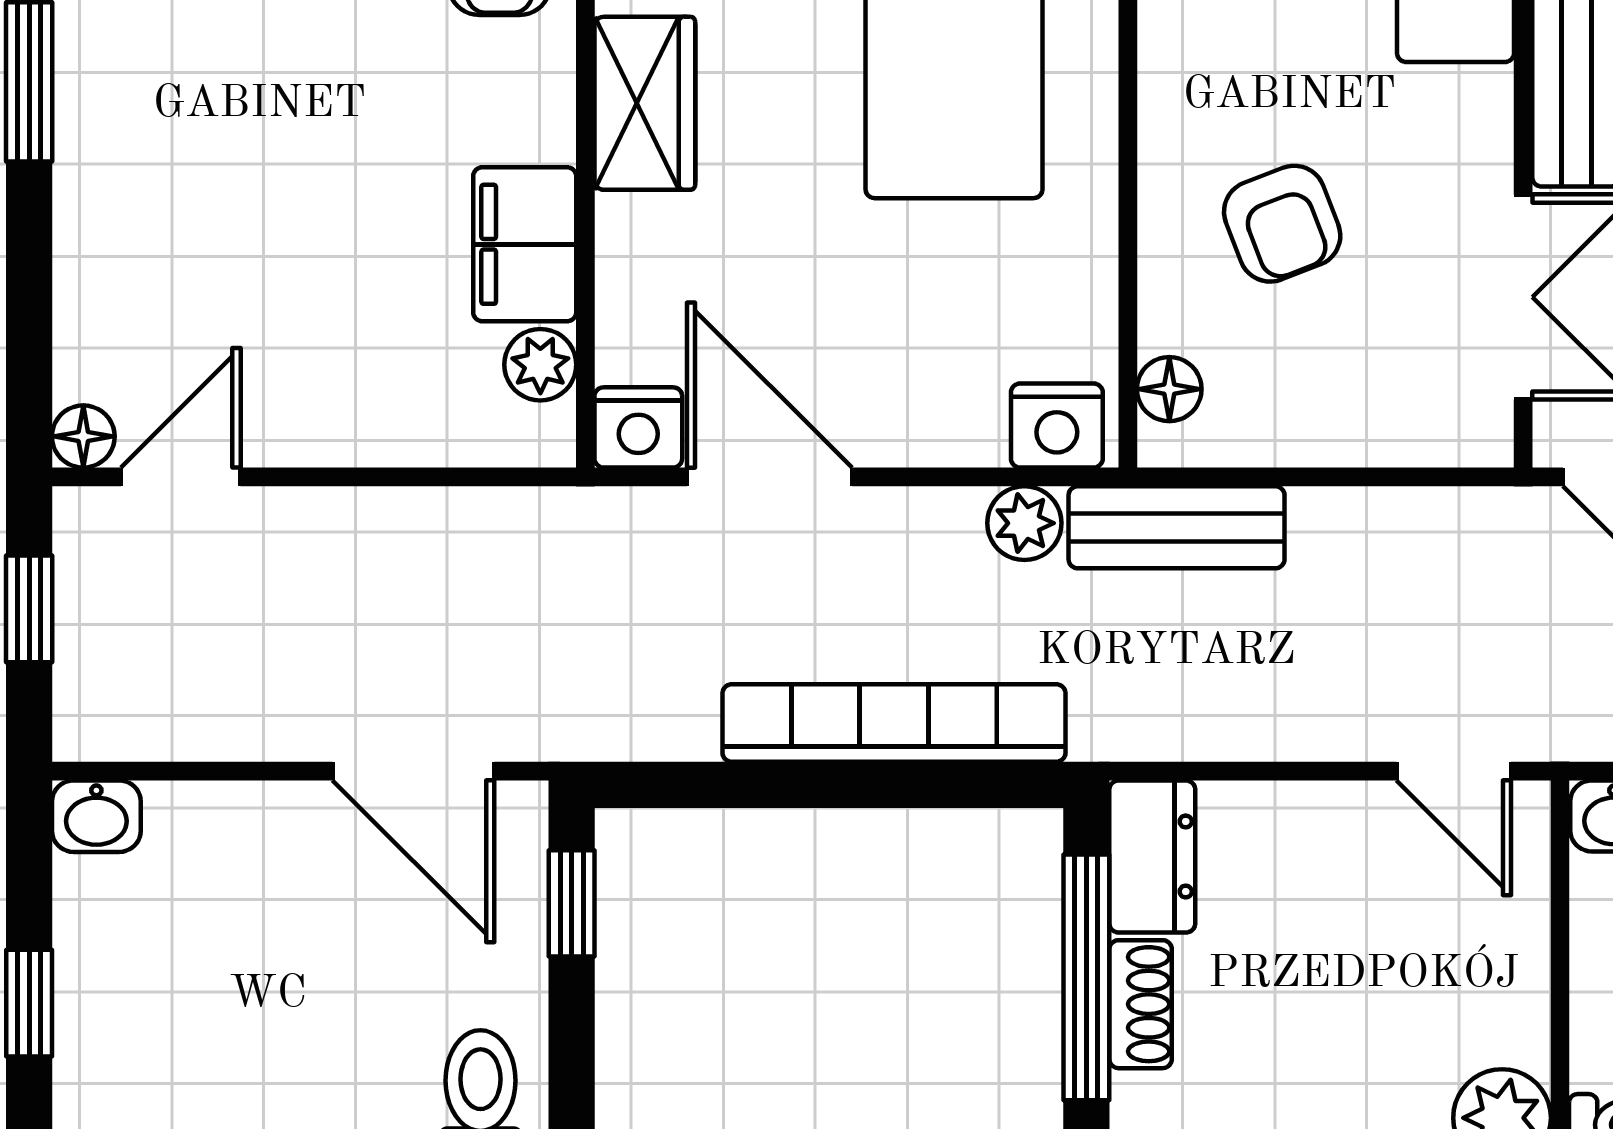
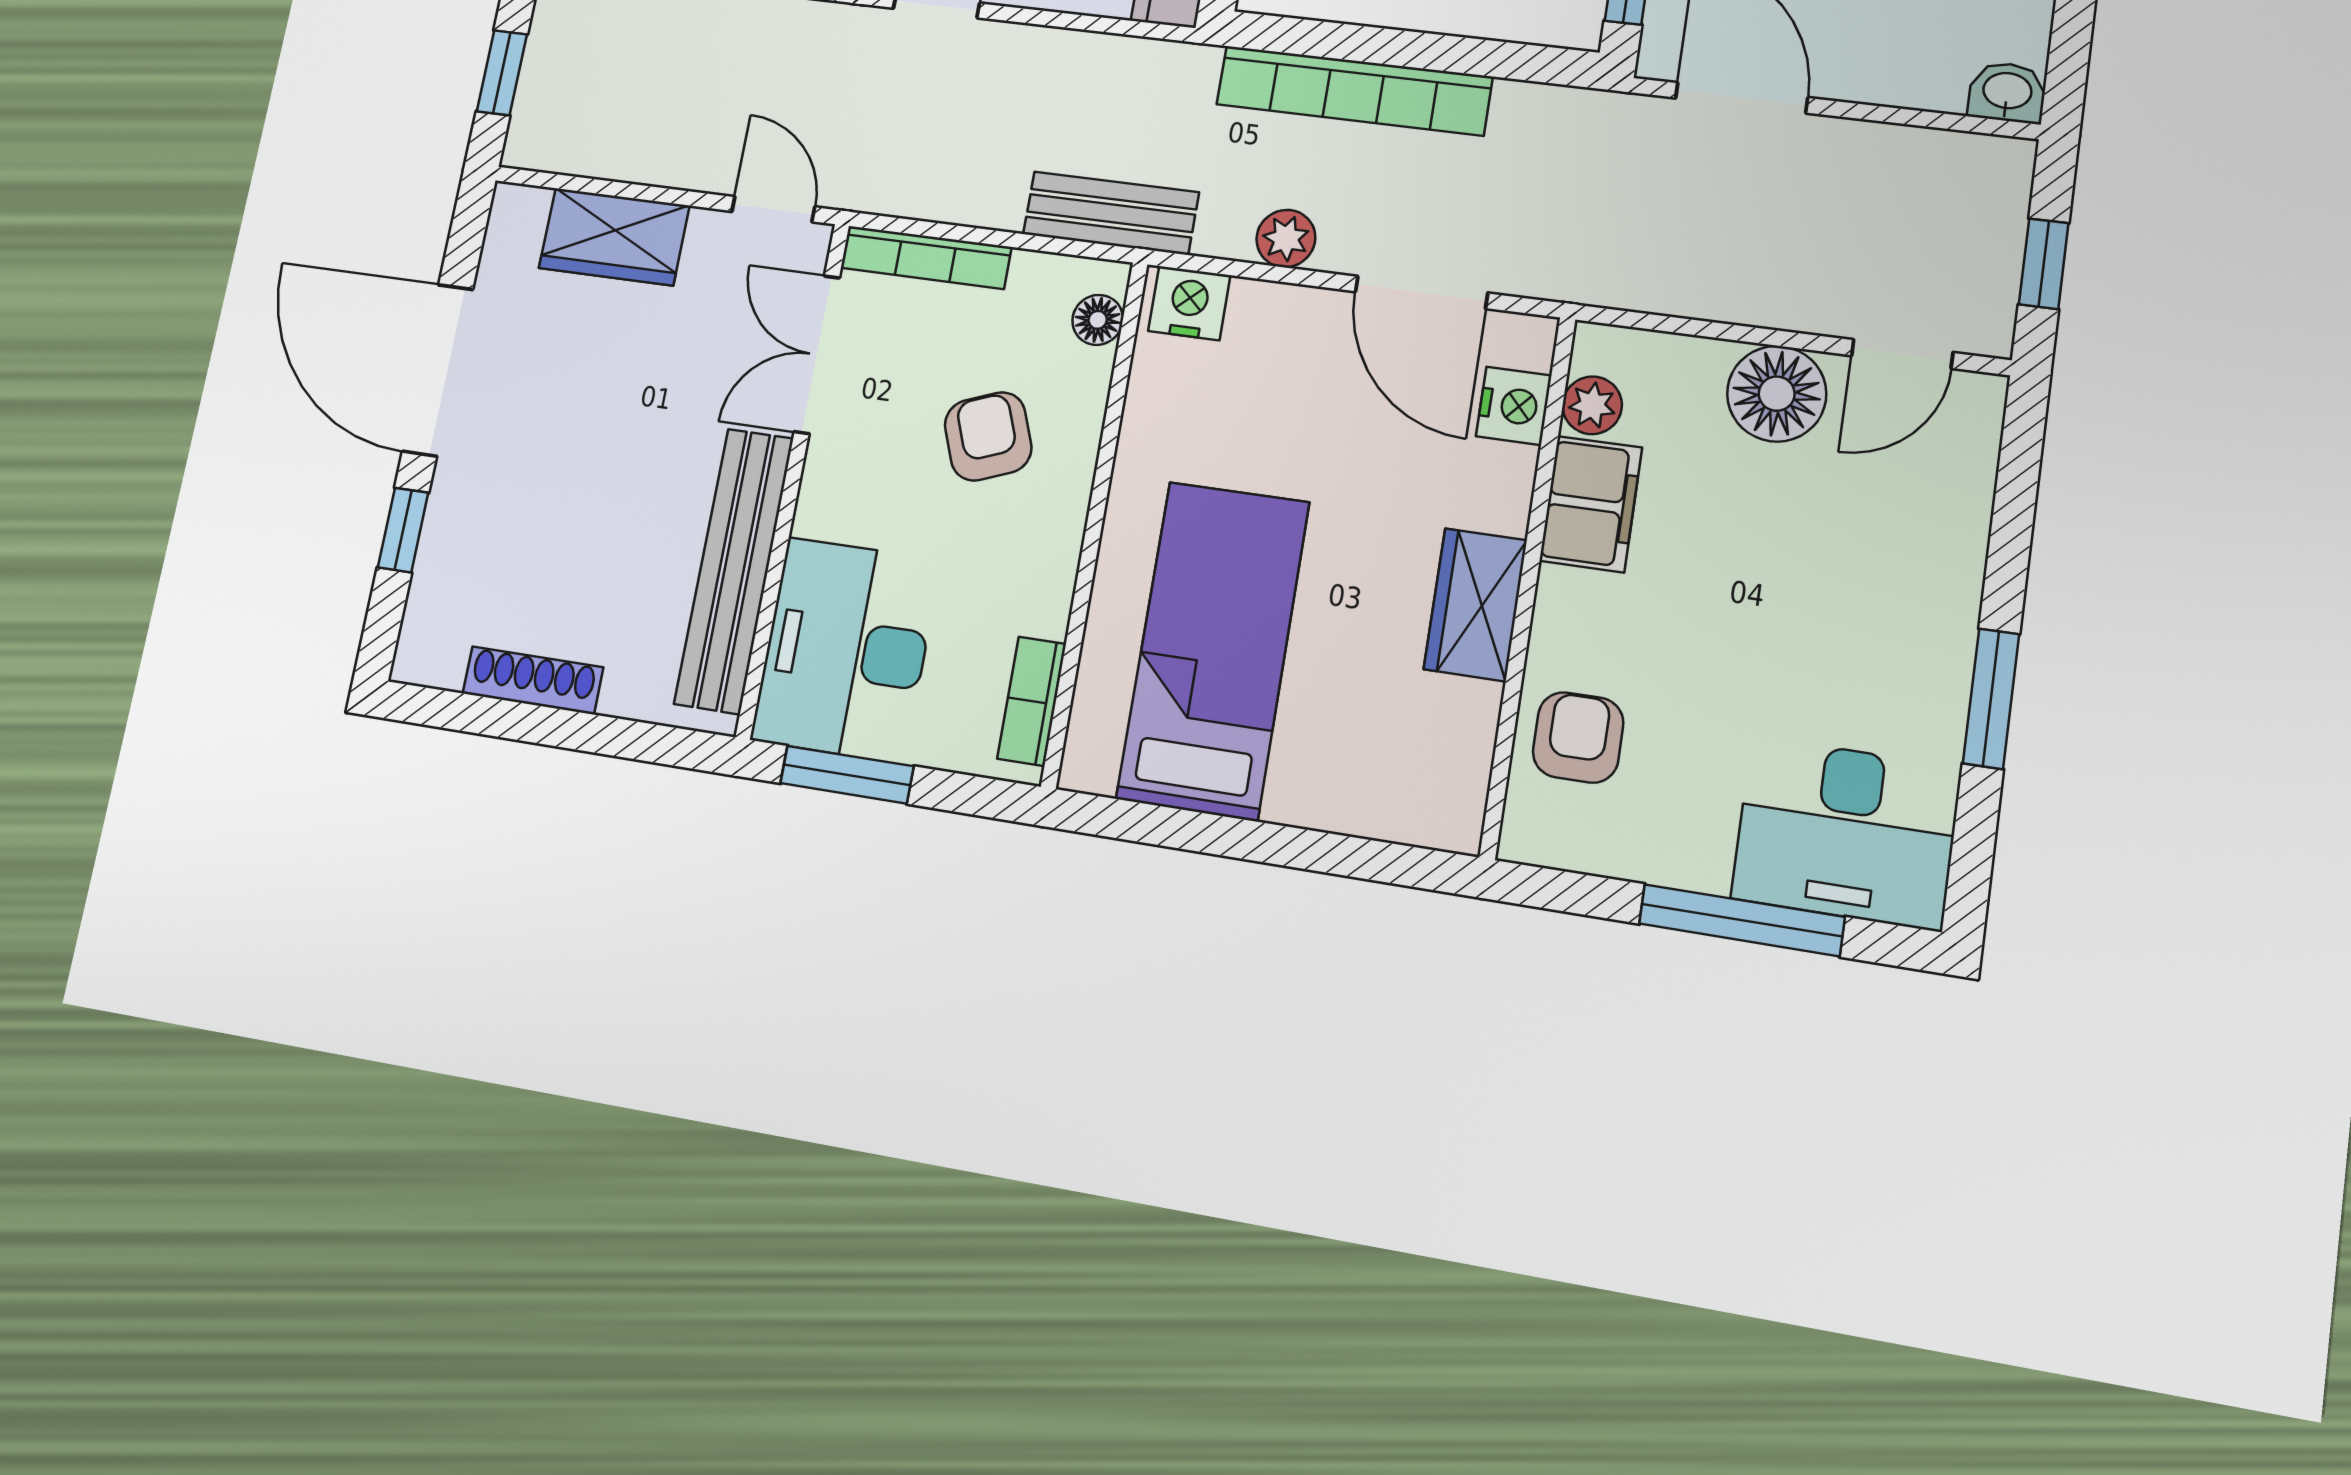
nightstand: (638, 427) -> (1514, 406), moved, turned 90
floor lamp: (83, 436) -> (1777, 394), moved, width x1.89, depth x1.89
bookcase: (1405, 440) -> (926, 257), added
plant: (1024, 523) -> (1286, 238), moved

